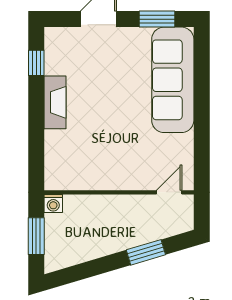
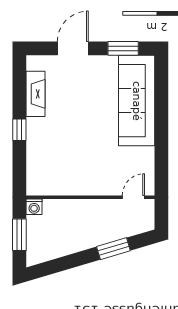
window: (36, 63) -> (19, 130), moved
fireplace: (55, 102) -> (36, 94), moved

